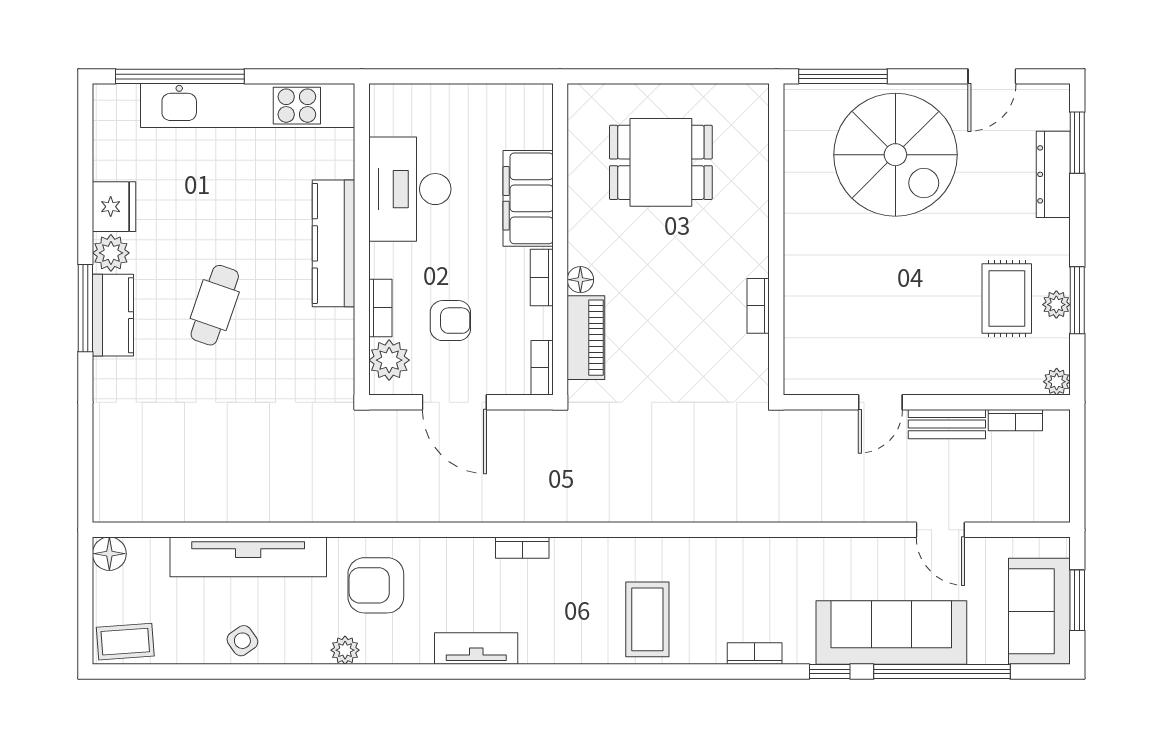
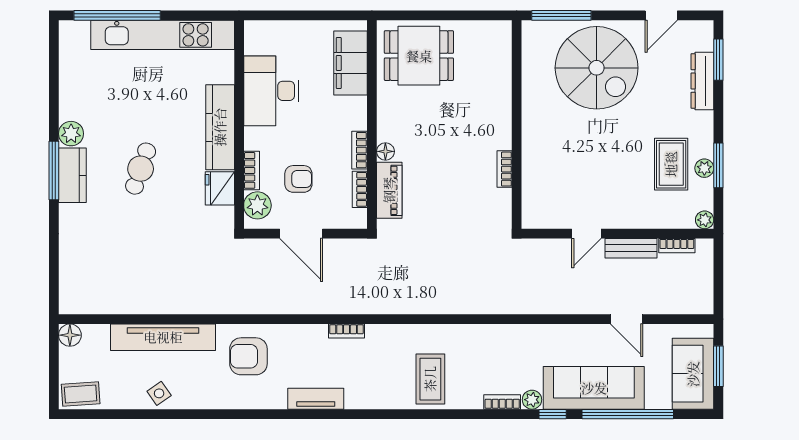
dining table: (661, 162) -> (419, 56), moved
filing cabinet: (528, 198) -> (350, 63), moved
fridge: (114, 207) -> (220, 188), moved, turned 180
bookcase: (542, 368) -> (360, 189), moved
plant: (345, 650) -> (532, 400), moved

